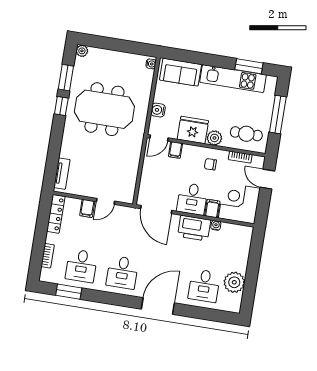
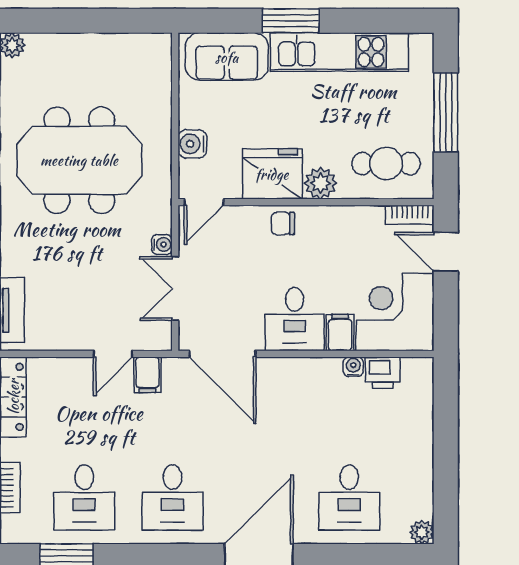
water cooler: (151, 64) -> (162, 244), moved
window: (249, 66) -> (291, 21), moved
filing cabinet: (175, 150) -> (243, 222), removed
bookcase: (240, 157) -> (410, 215), moved
chair: (210, 164) -> (283, 223), moved
double door: (139, 176) -> (175, 289), added
filing cabinet: (87, 208) -> (147, 375), moved
printer: (194, 228) -> (383, 372), moved, width x0.53, depth x0.68
plant: (234, 282) -> (422, 532), moved, width x0.53, depth x0.53

